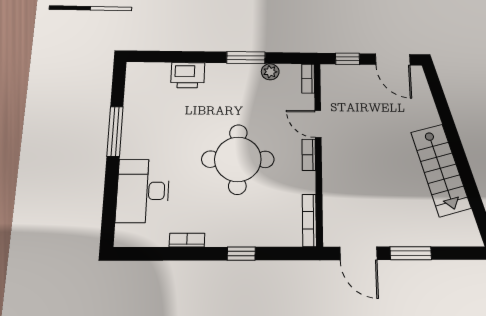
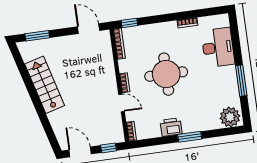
window: (246, 58) -> (190, 137), moved
plant: (270, 72) -> (230, 117), moved, width x1.88, depth x1.88
printer: (188, 75) -> (171, 127), moved
window: (411, 253) -> (37, 36), moved
window: (241, 254) -> (129, 23), moved

